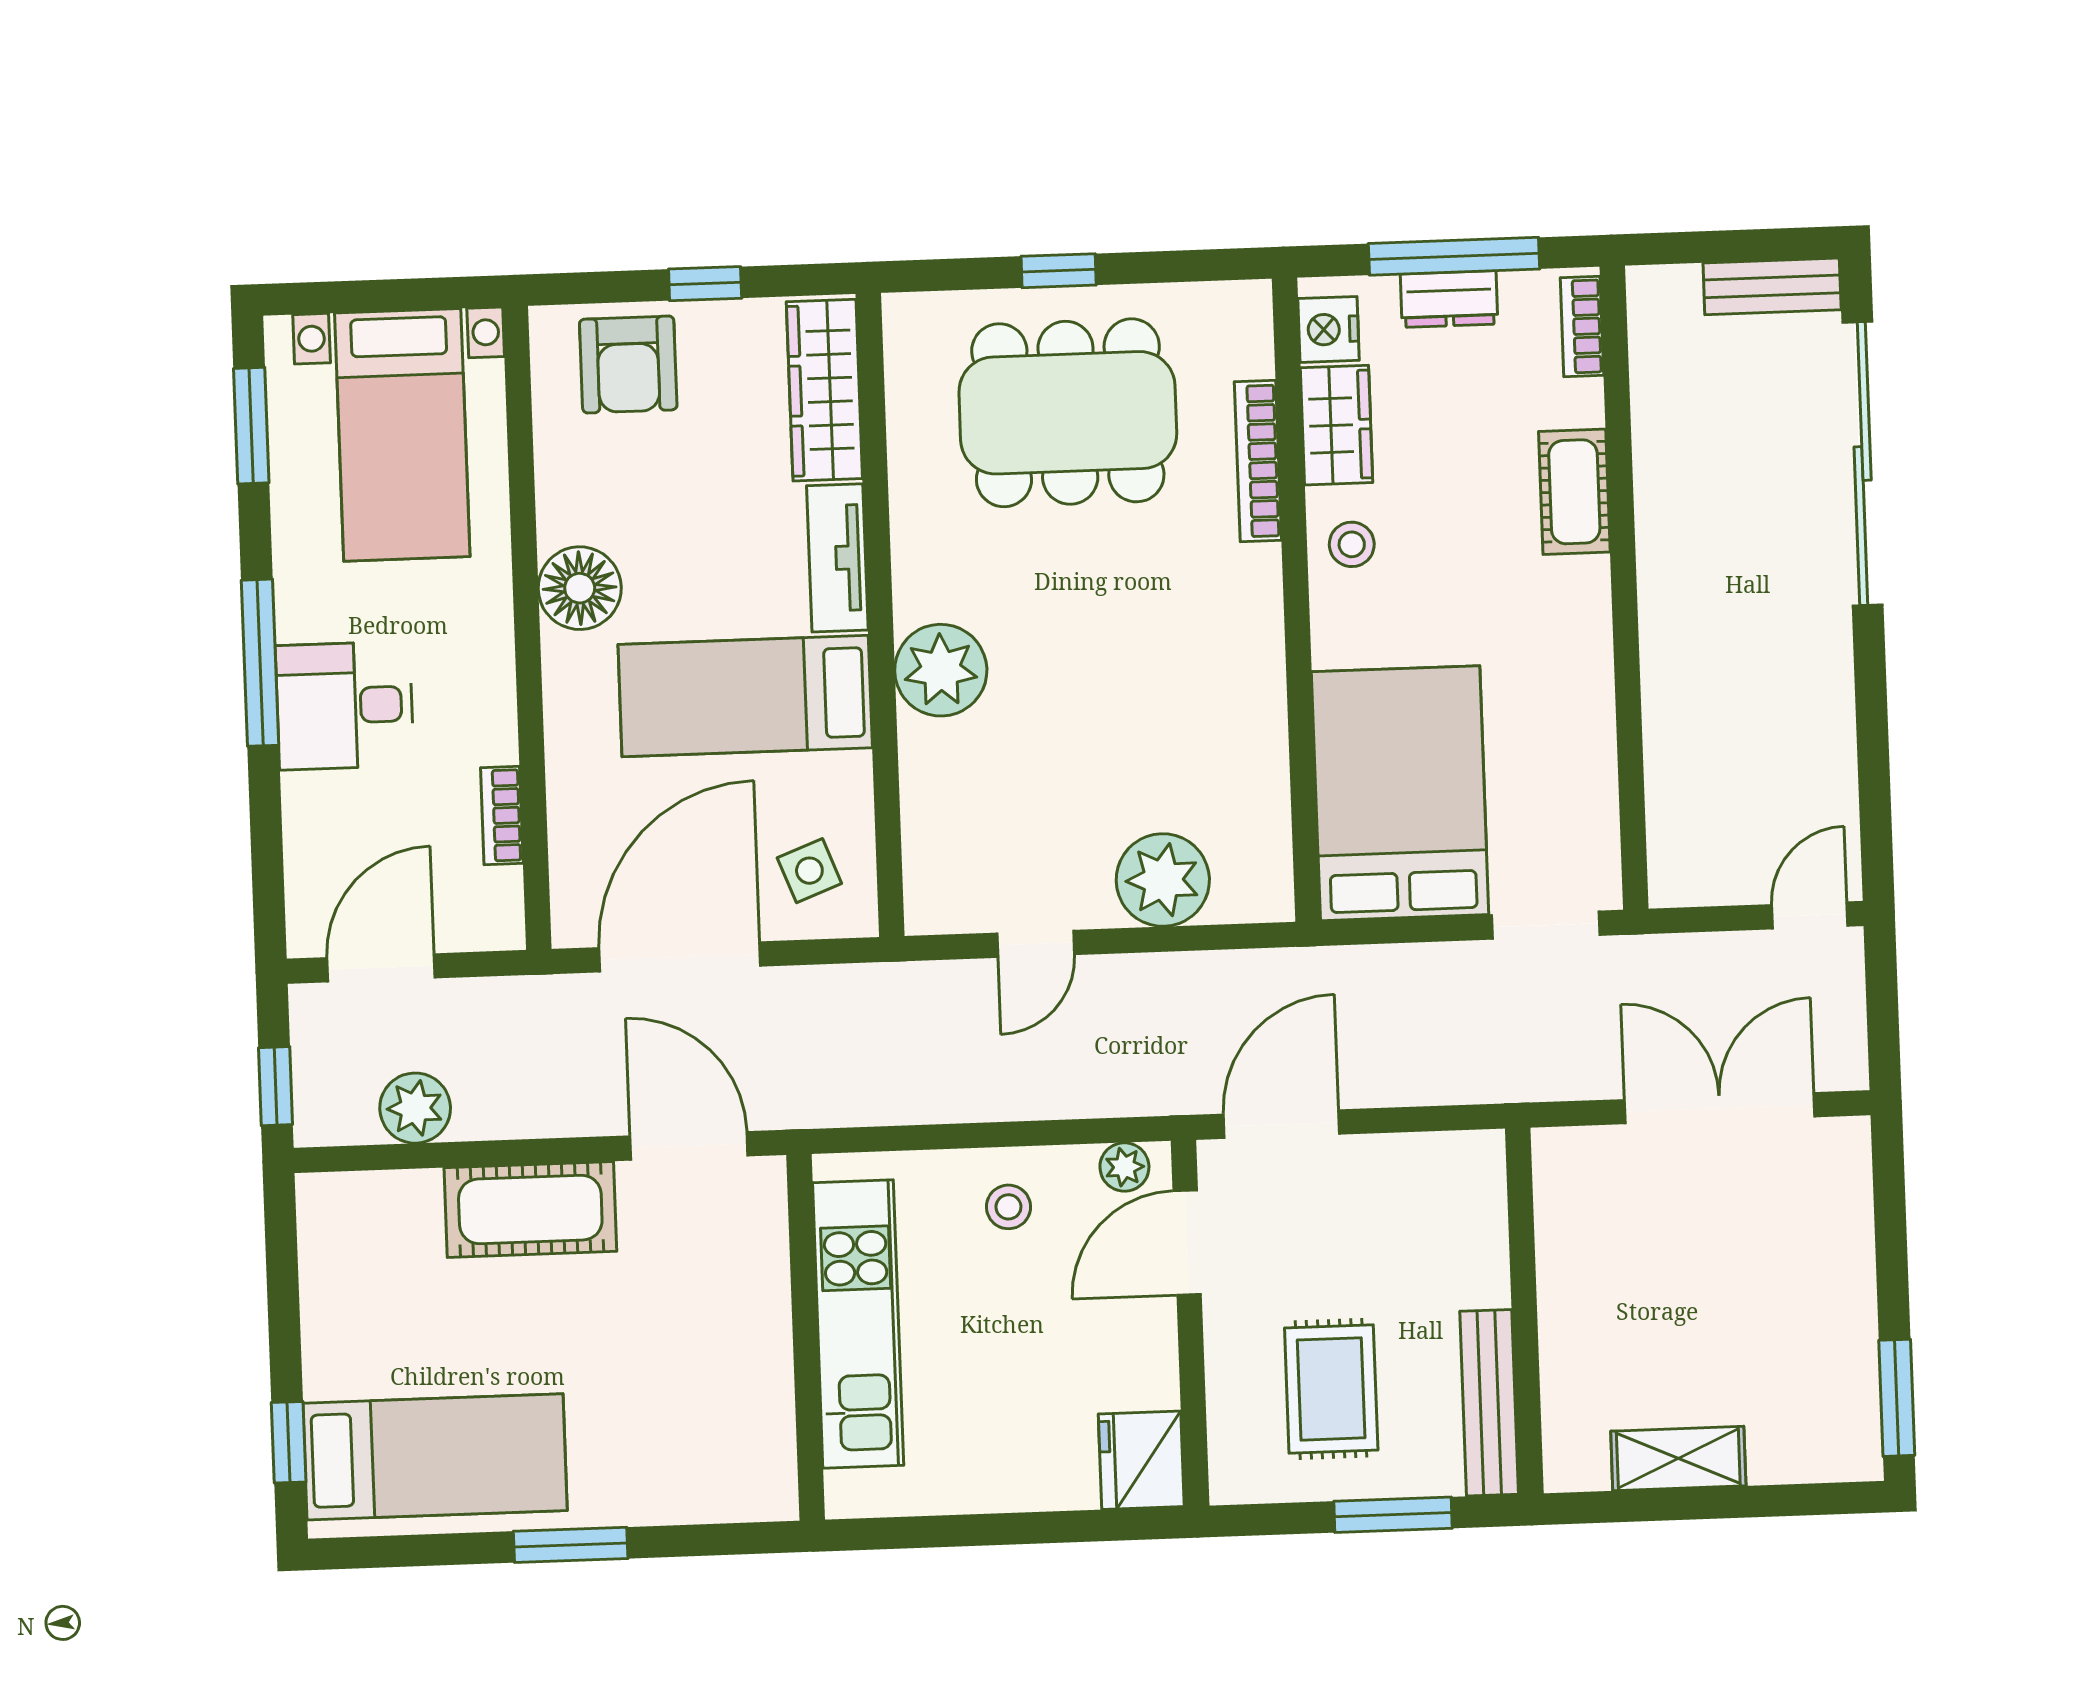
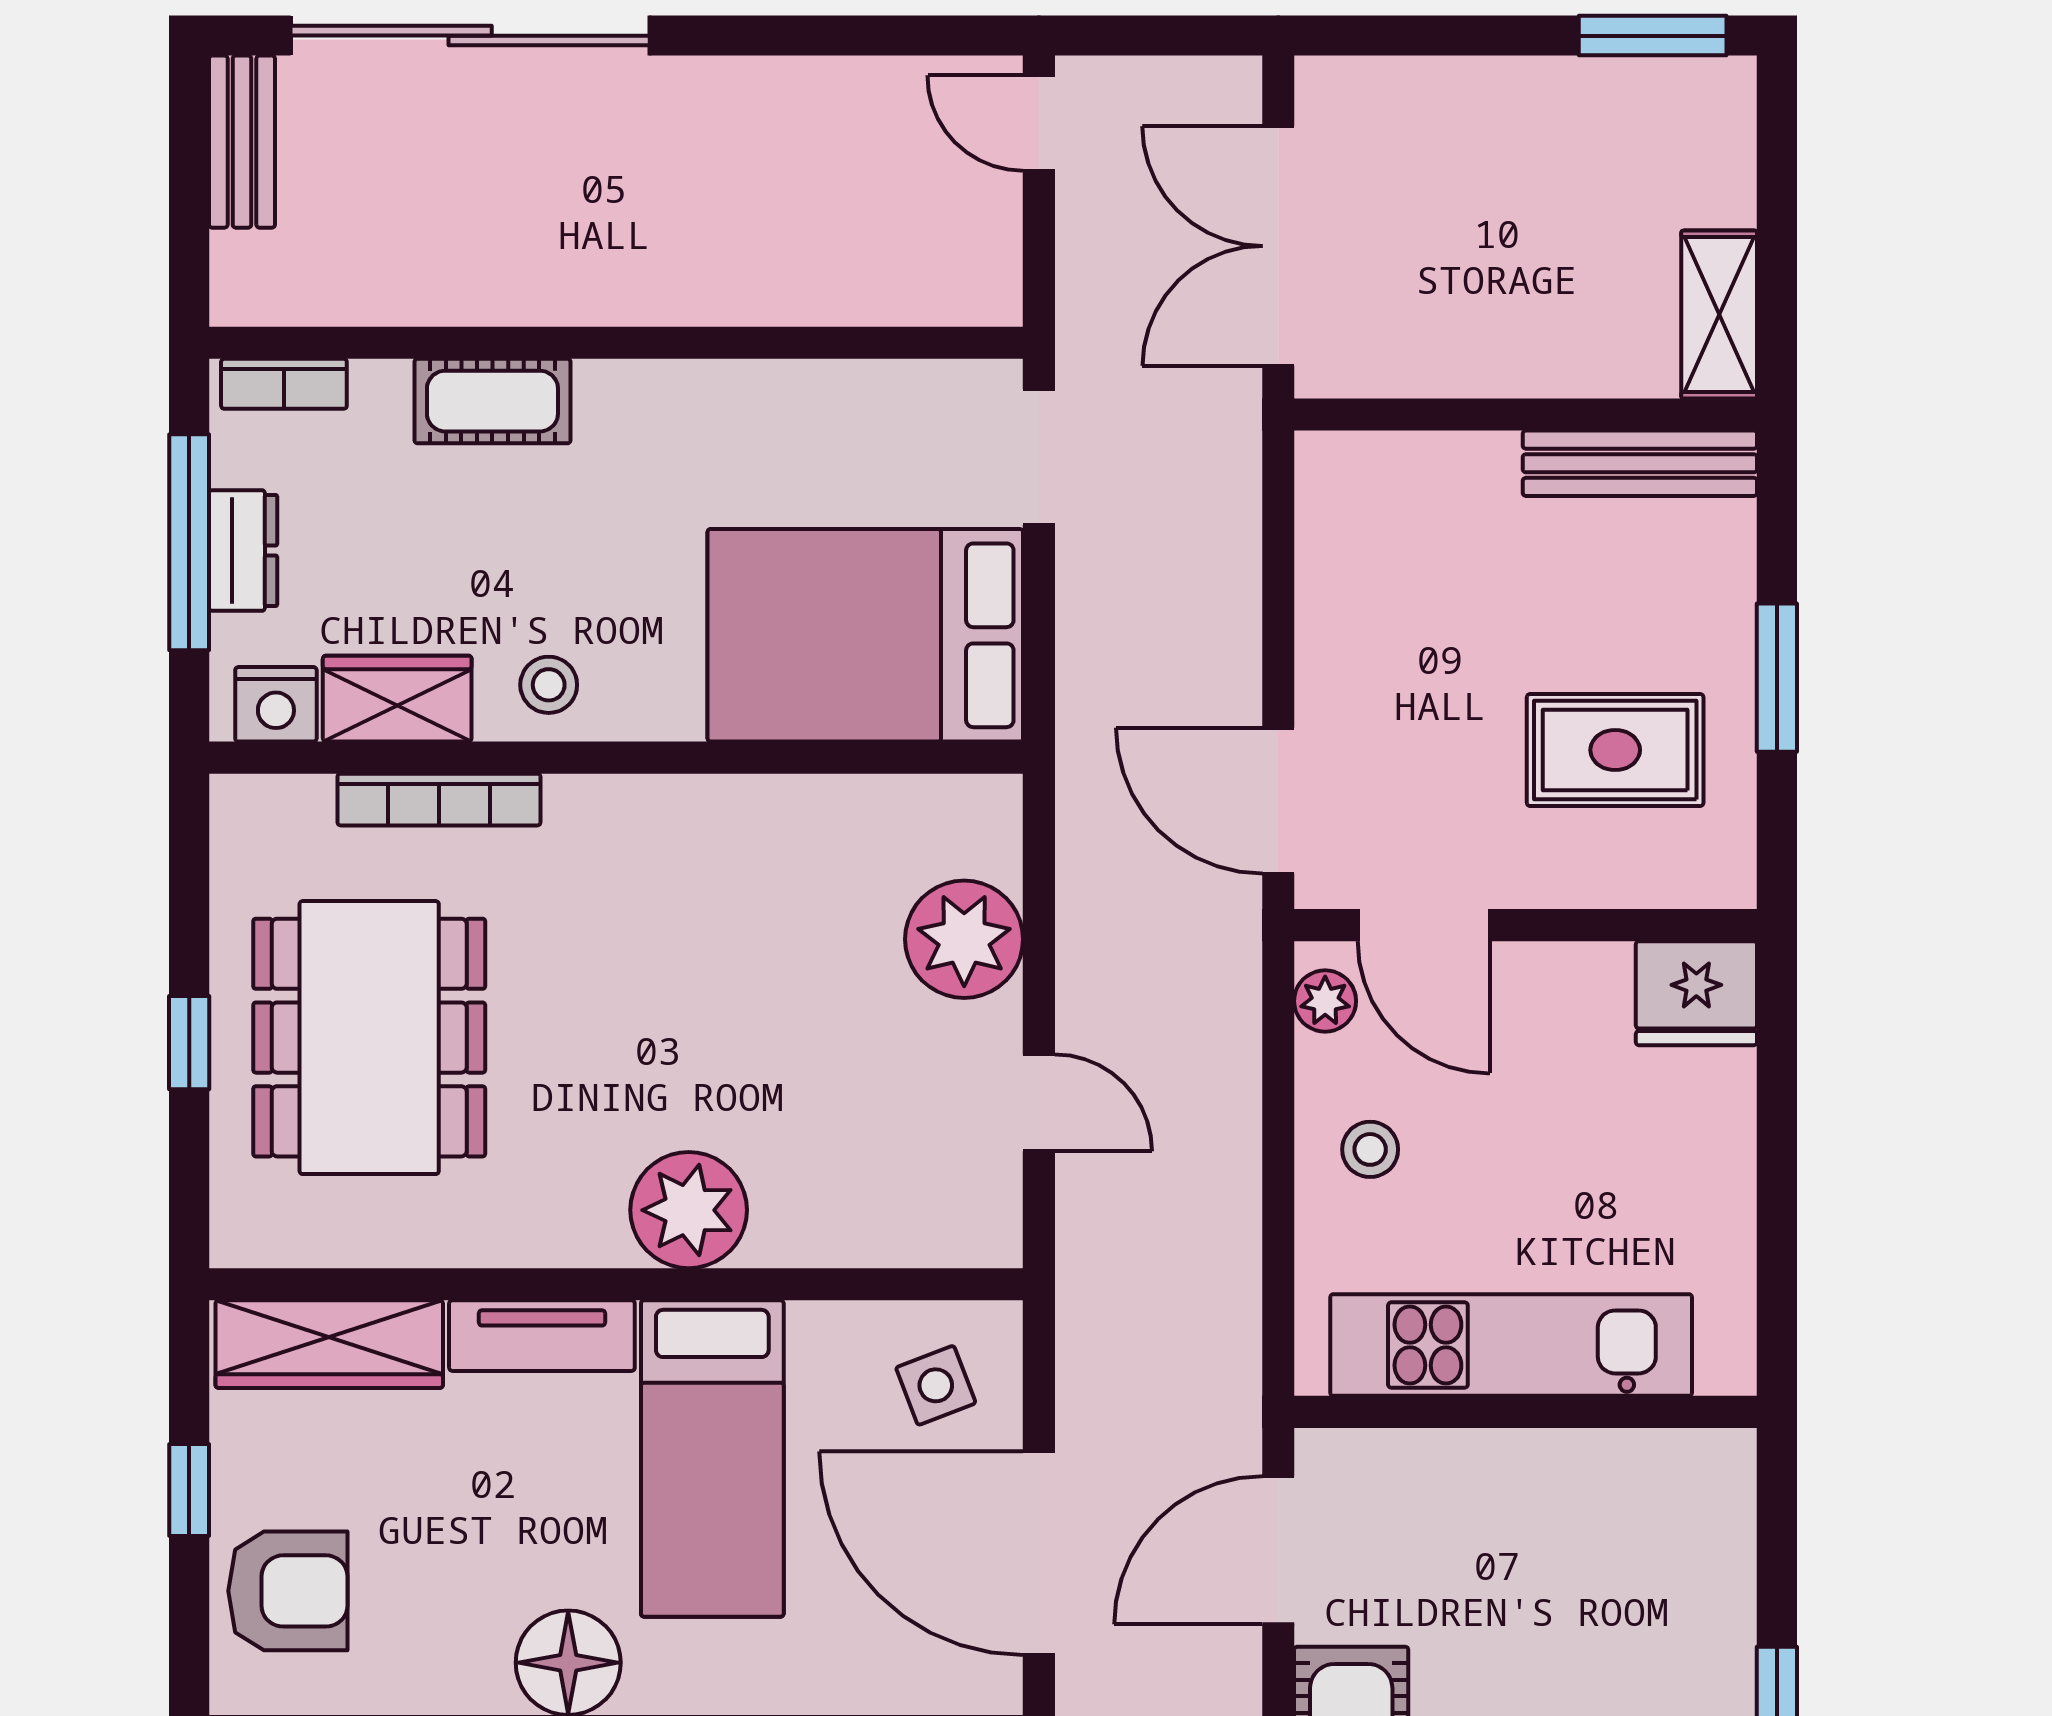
wall: (1524, 1311) -> (1526, 415), moved
bench: (1489, 1403) -> (1640, 463), moved

